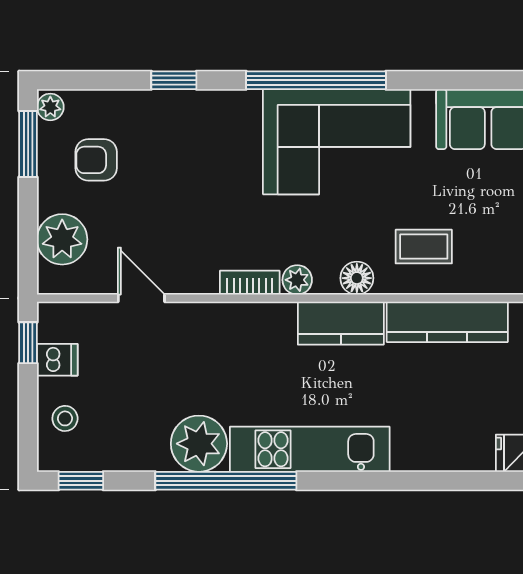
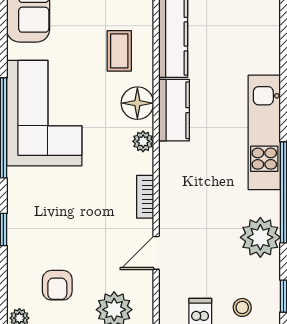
floor lamp: (357, 278) -> (137, 103), width x1.38, depth x1.38
bookcase: (250, 283) -> (145, 197), moved
plant: (199, 444) -> (260, 237), moved

